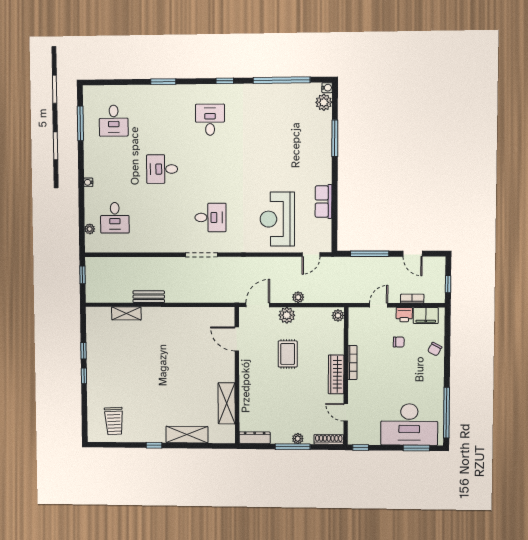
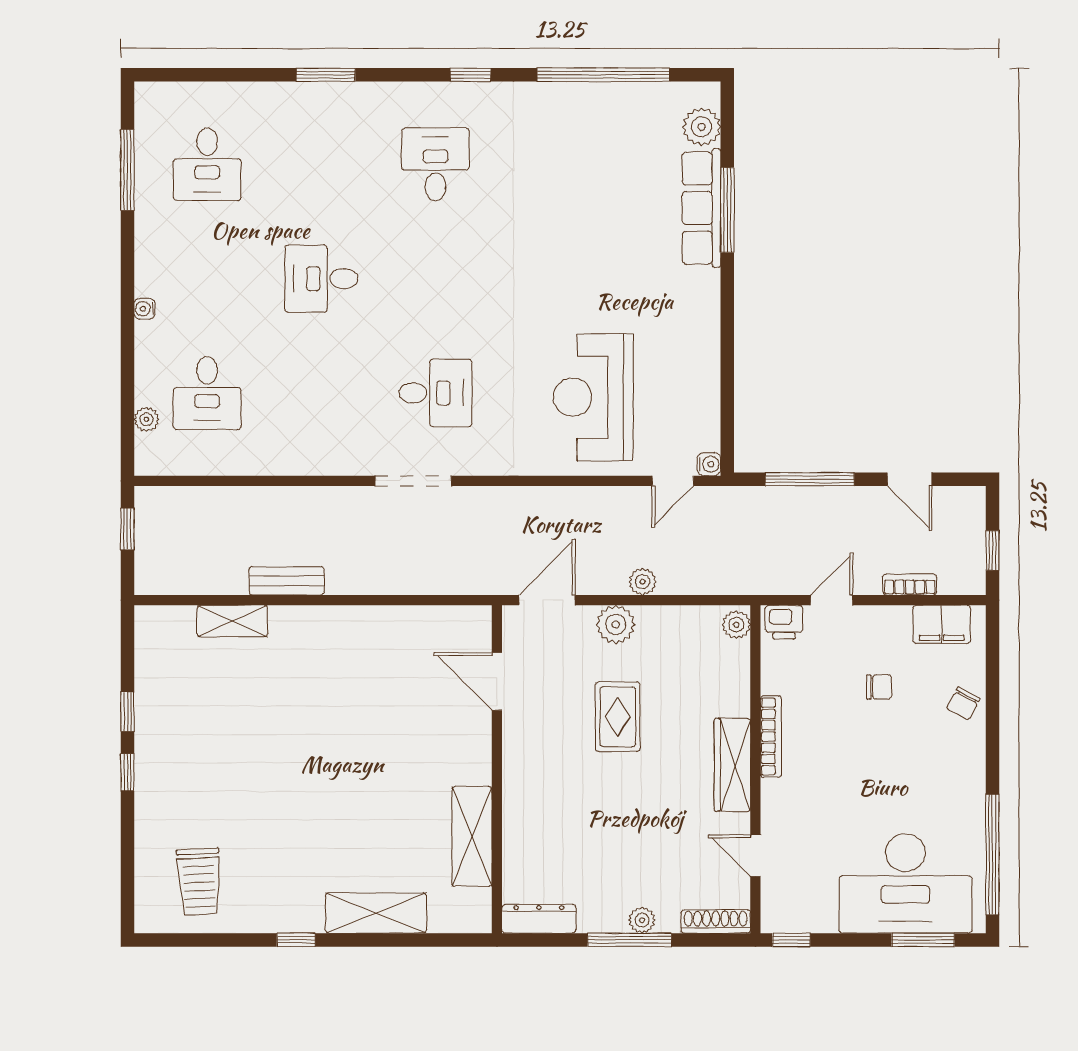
water cooler: (327, 88) -> (709, 464), moved
row of seats: (323, 202) -> (701, 208), moved, width x1.48
printer: (404, 315) -> (784, 622), moved

